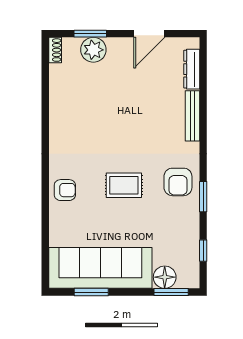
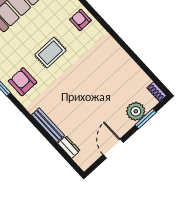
dresser: (192, 69) -> (69, 147), width x0.70
armchair: (65, 190) -> (80, 20), turned 90

